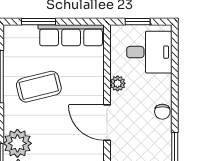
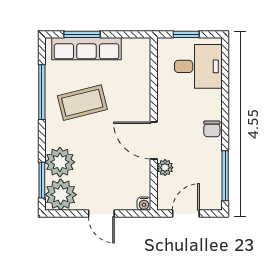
row of seats: (71, 35) -> (87, 49), moved
plant: (118, 83) -> (165, 168), moved

